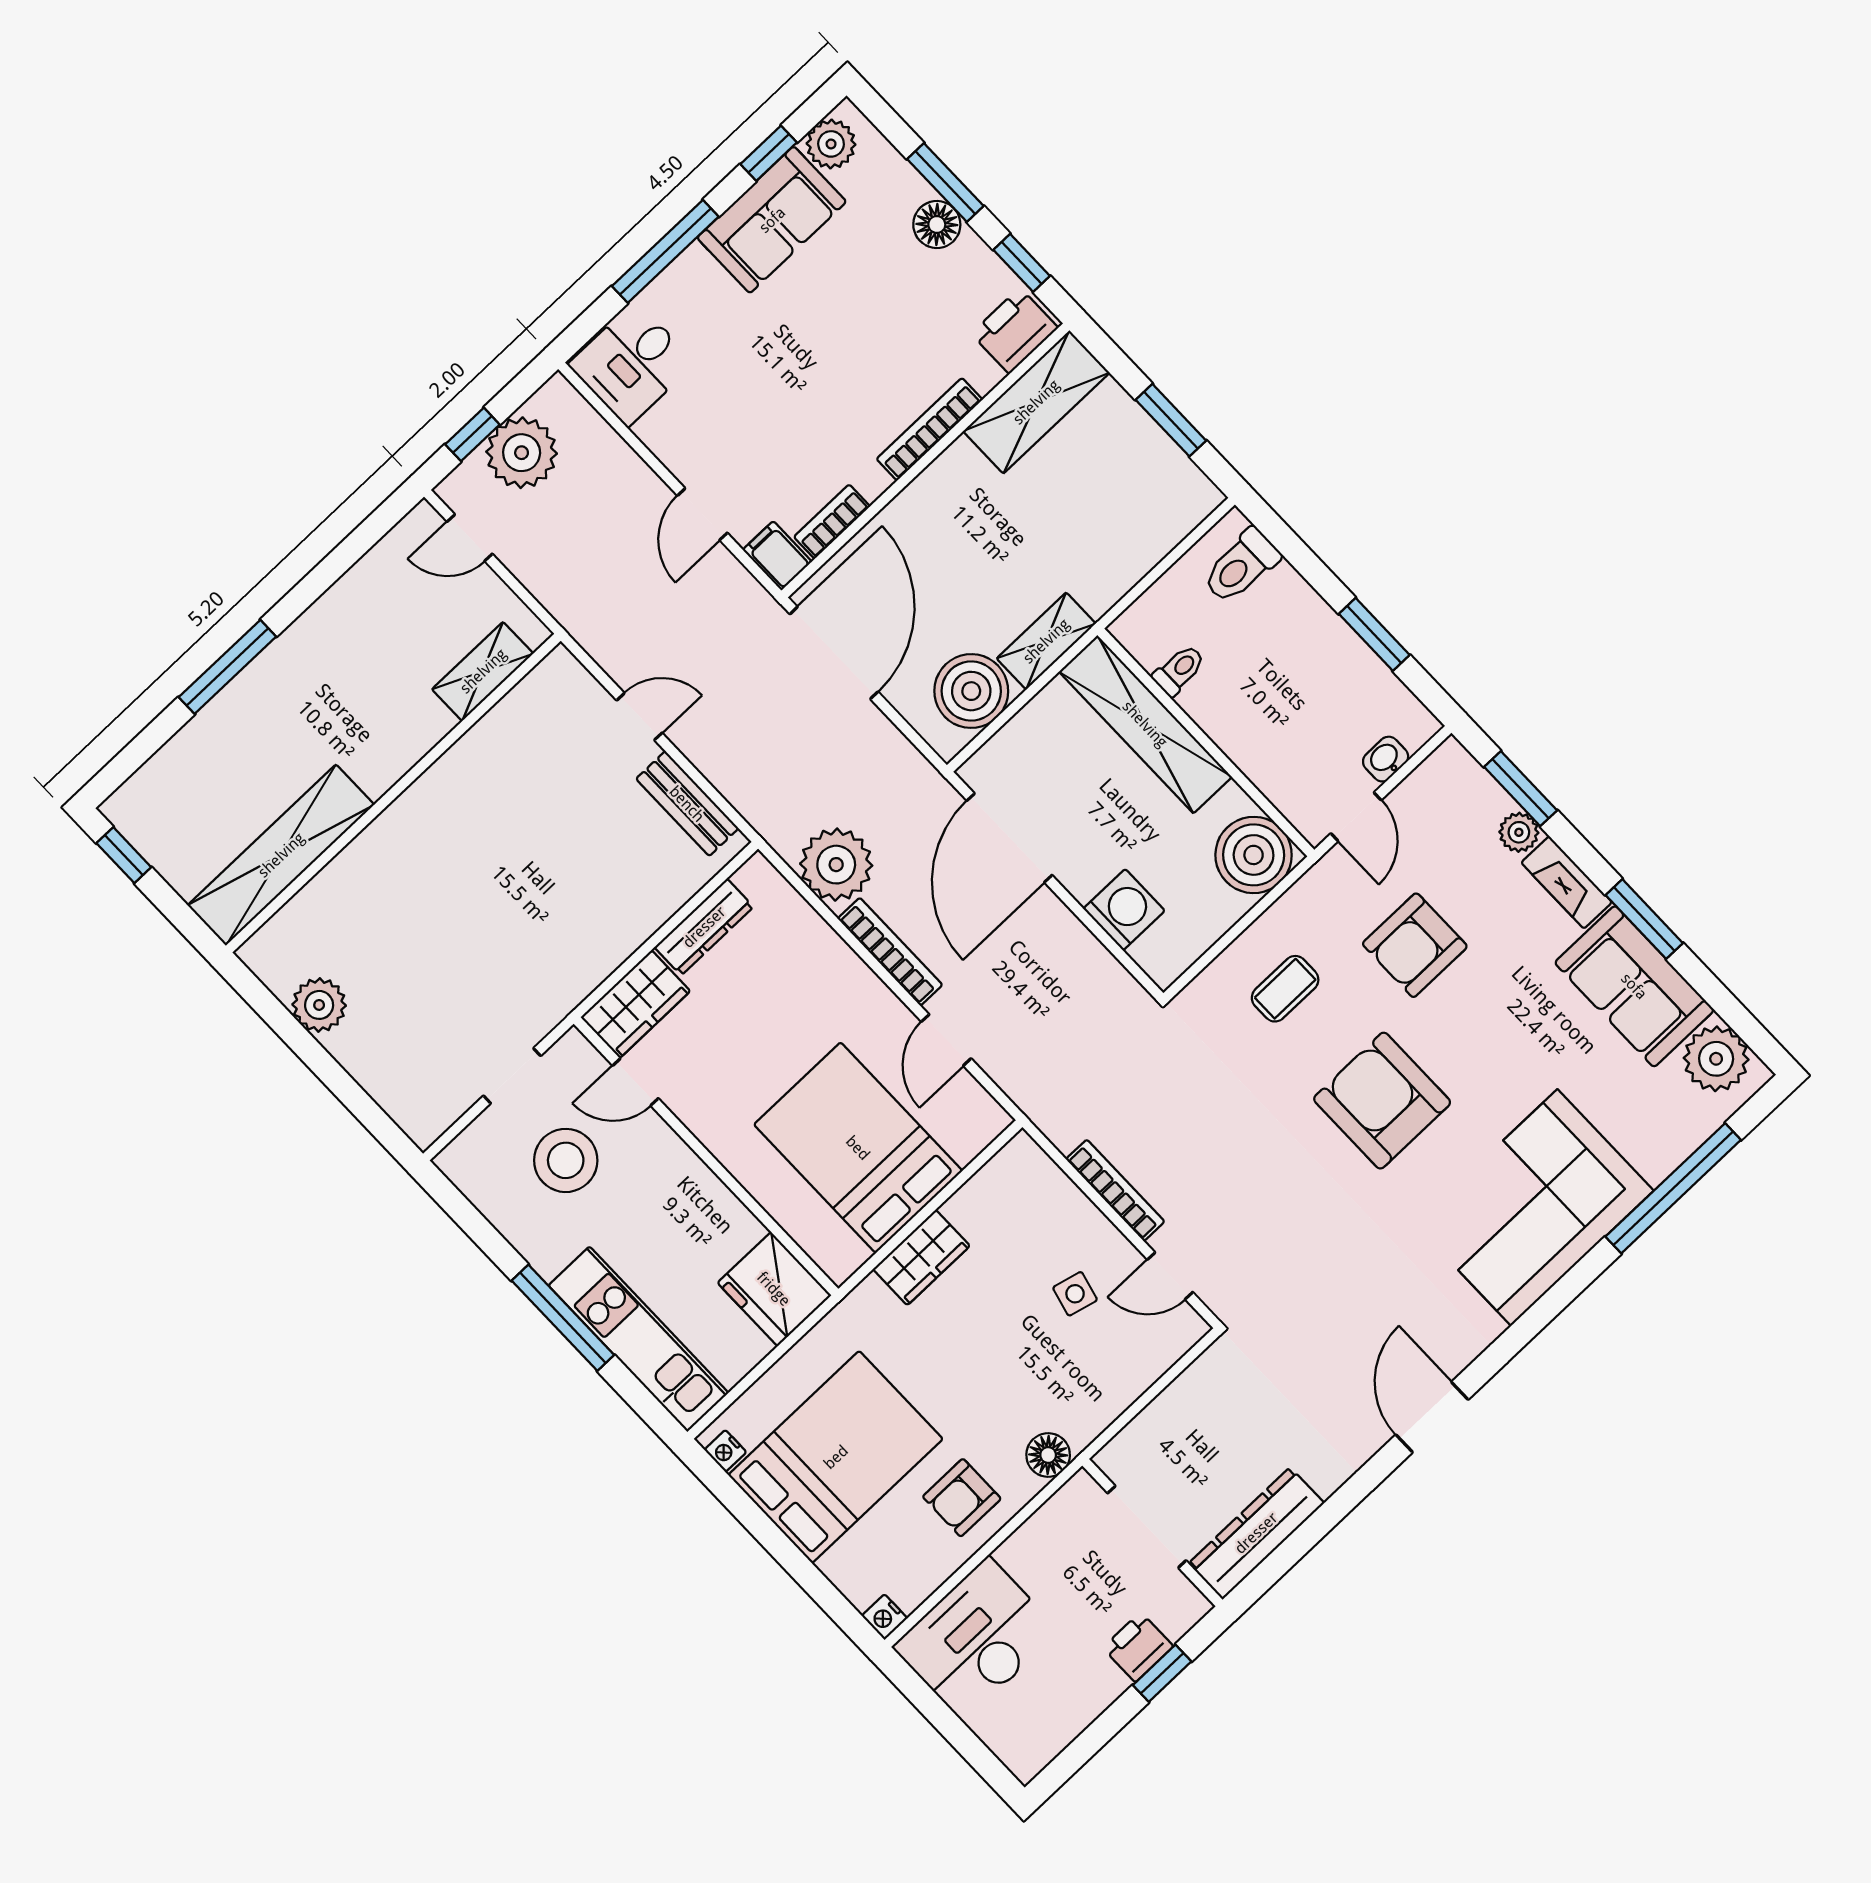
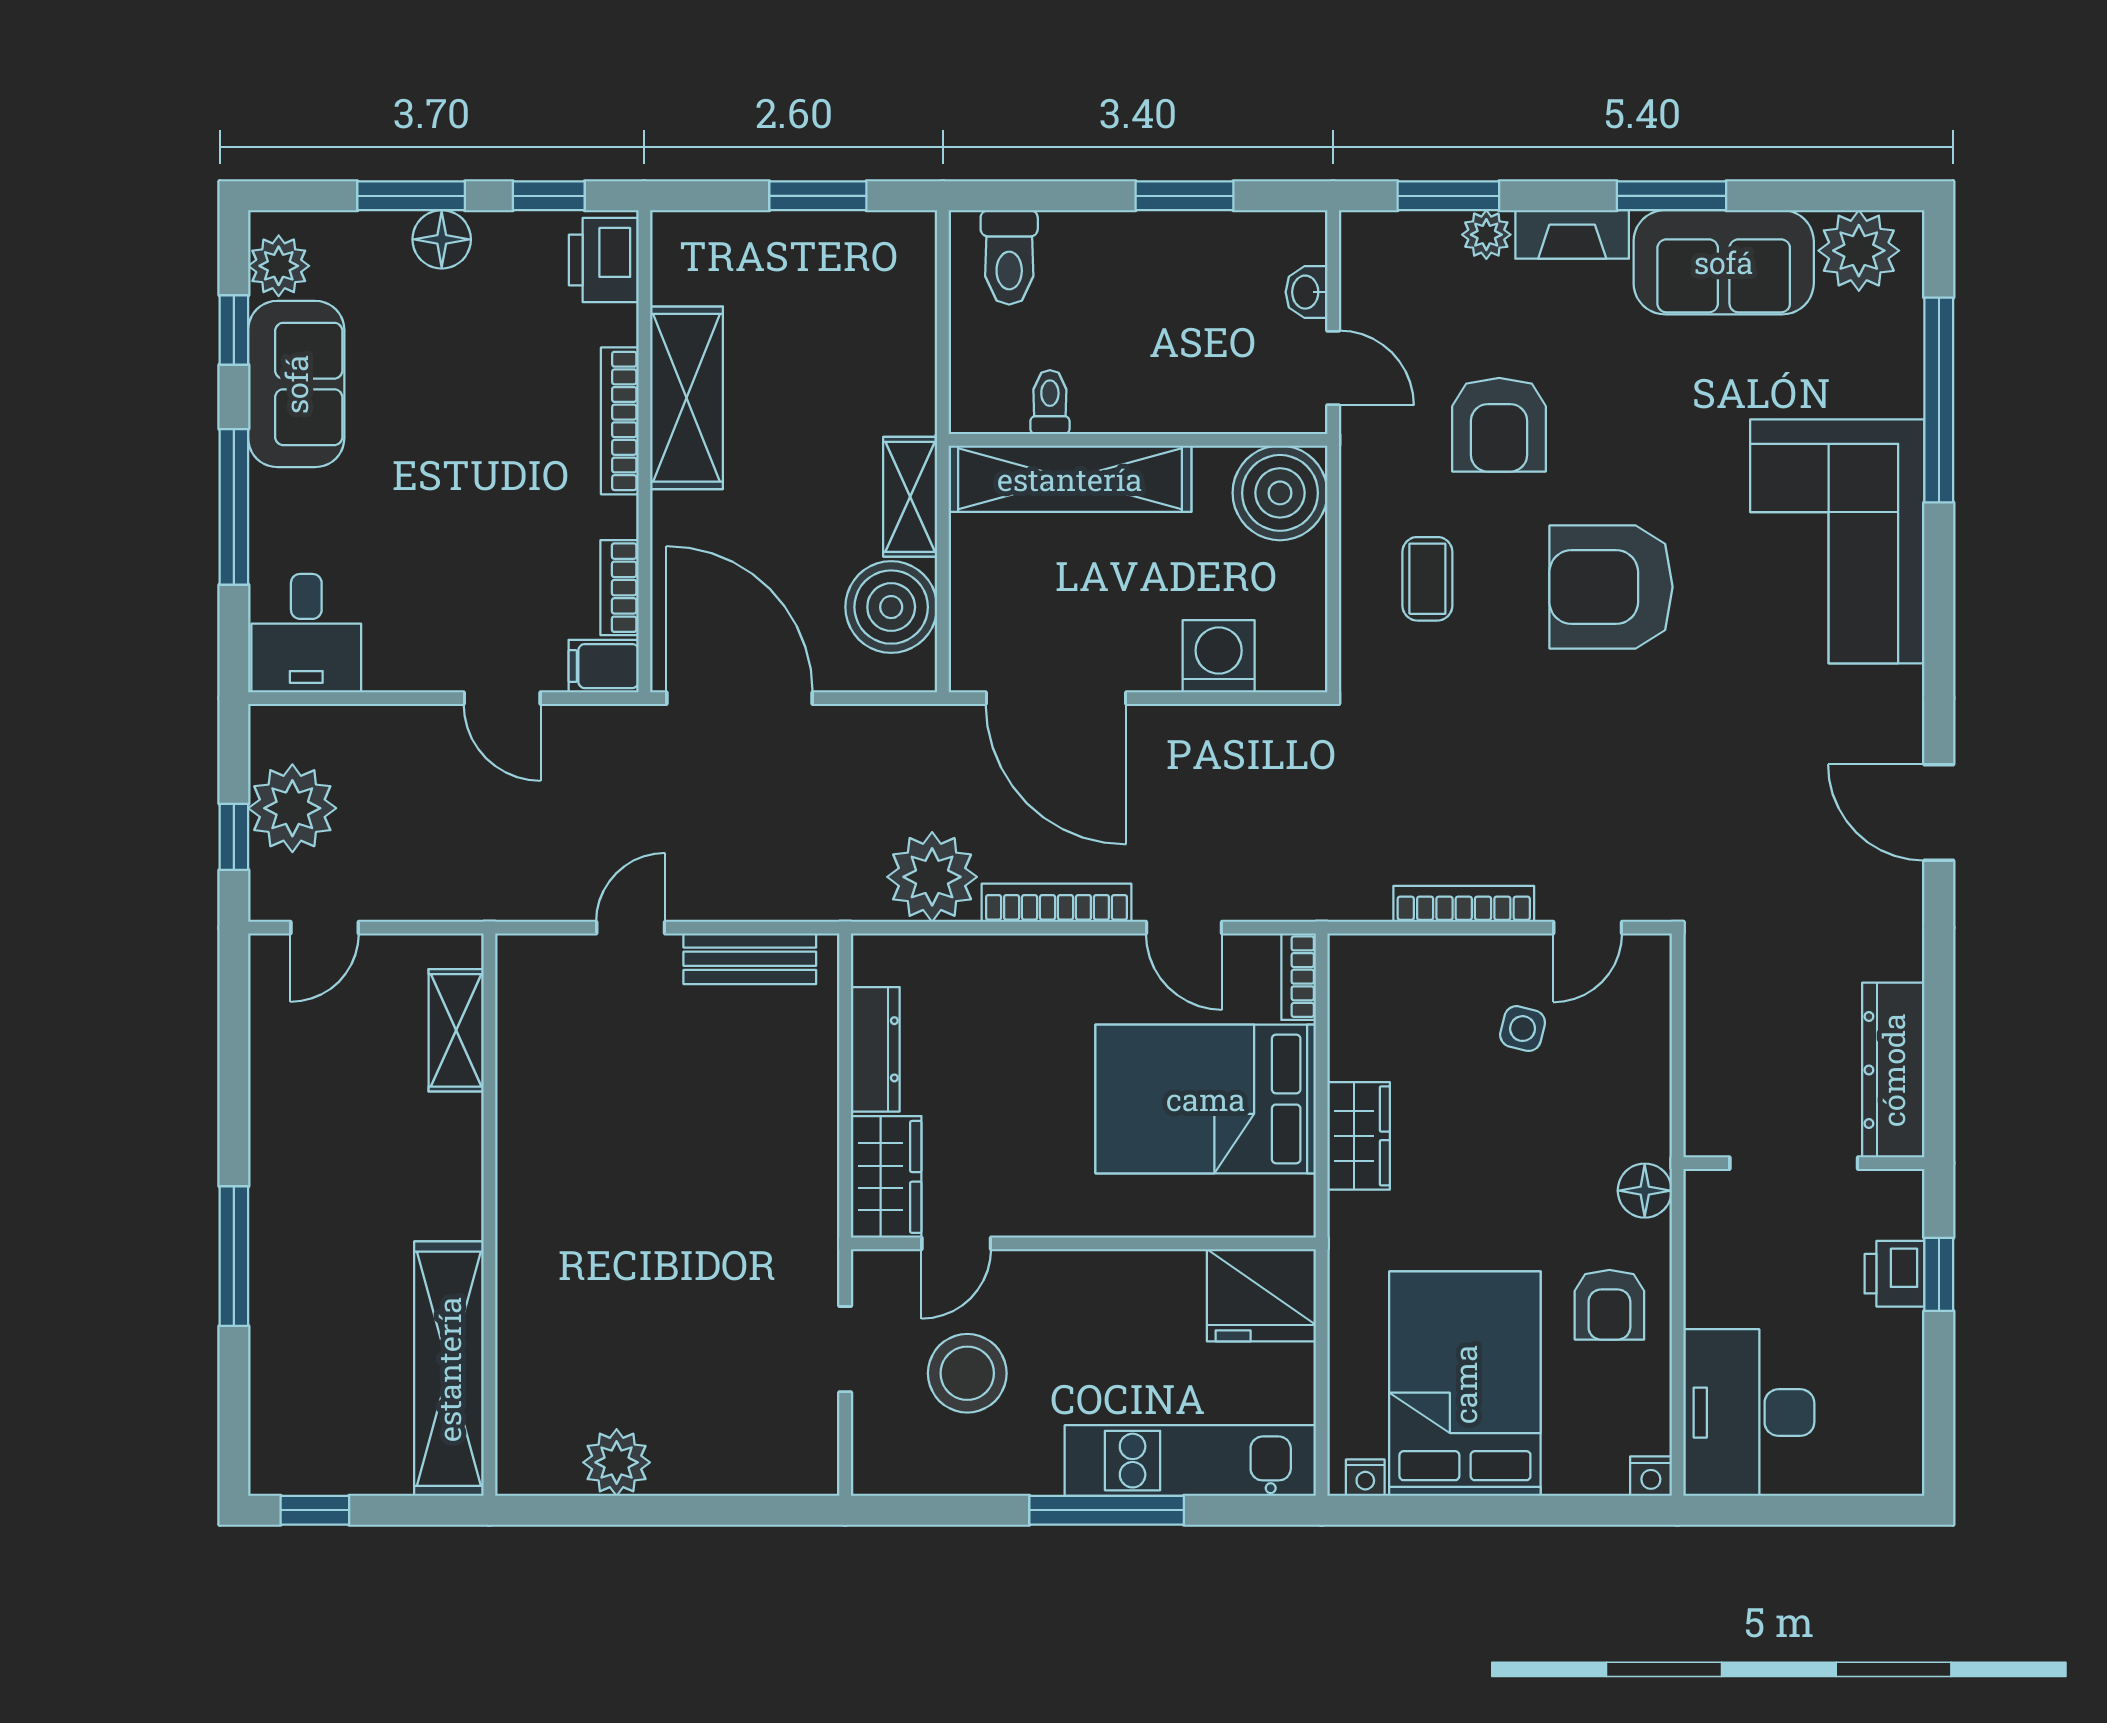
shelving: (1036, 402) -> (687, 398), moved
bookcase: (981, 1134) -> (1299, 977), added

